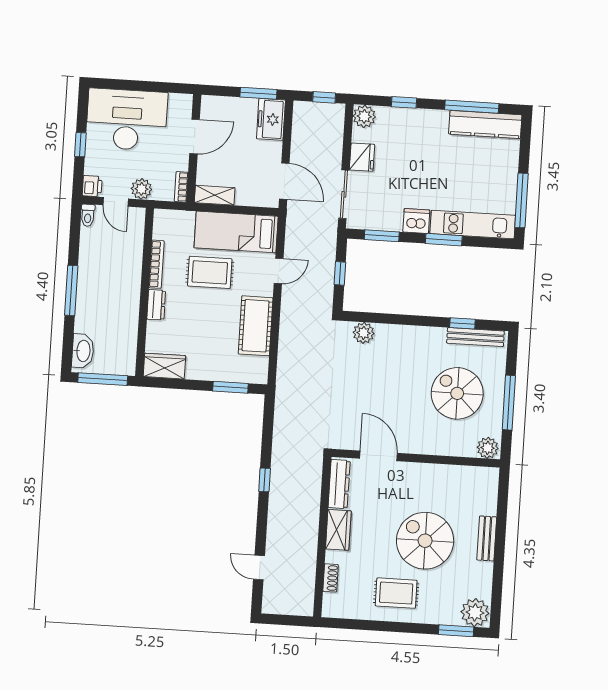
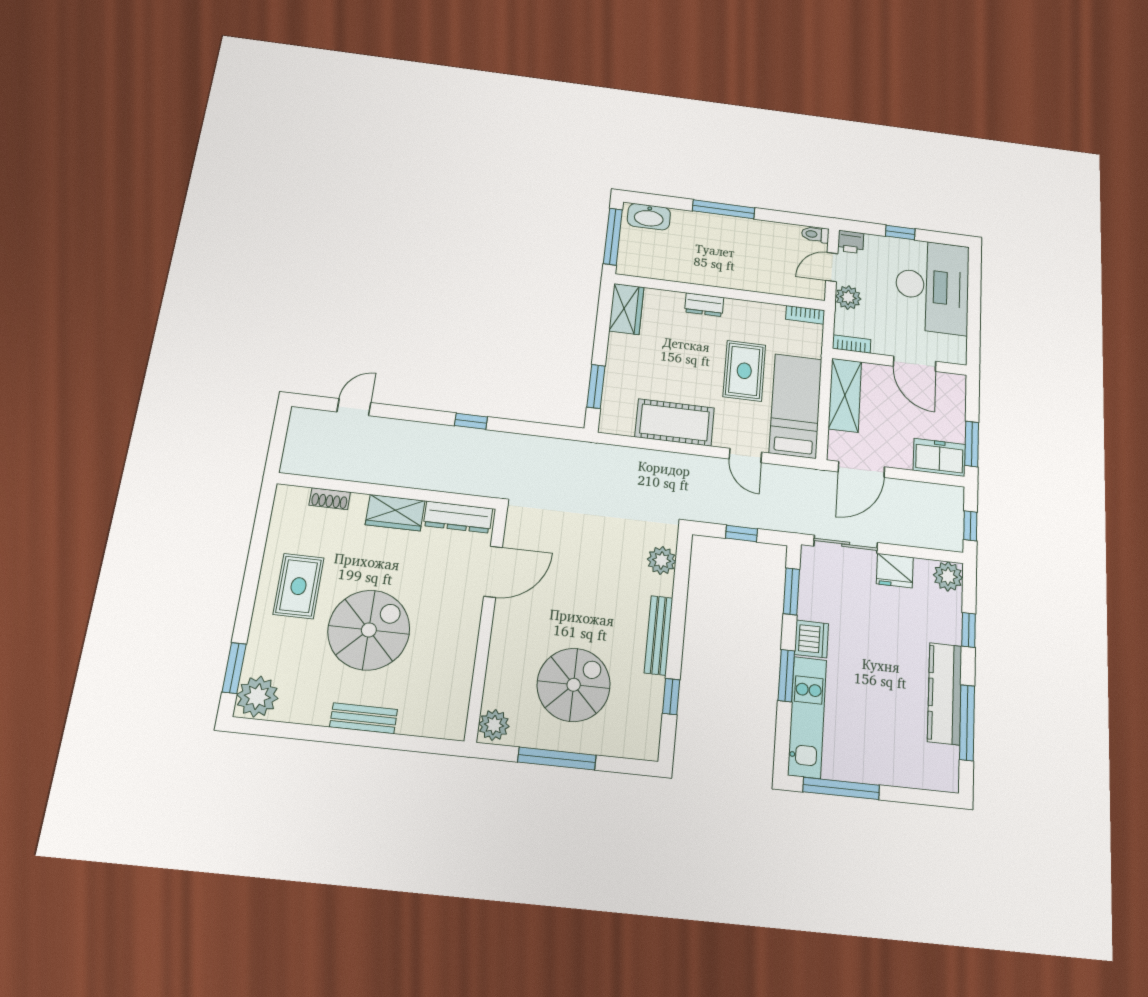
kitchen counter: (485, 124) -> (945, 693), moved
shelving: (215, 195) -> (845, 395), width x1.50, depth x1.33
bookcase: (156, 264) -> (805, 315), moved, width x0.64
bench: (475, 337) -> (659, 635), moved

